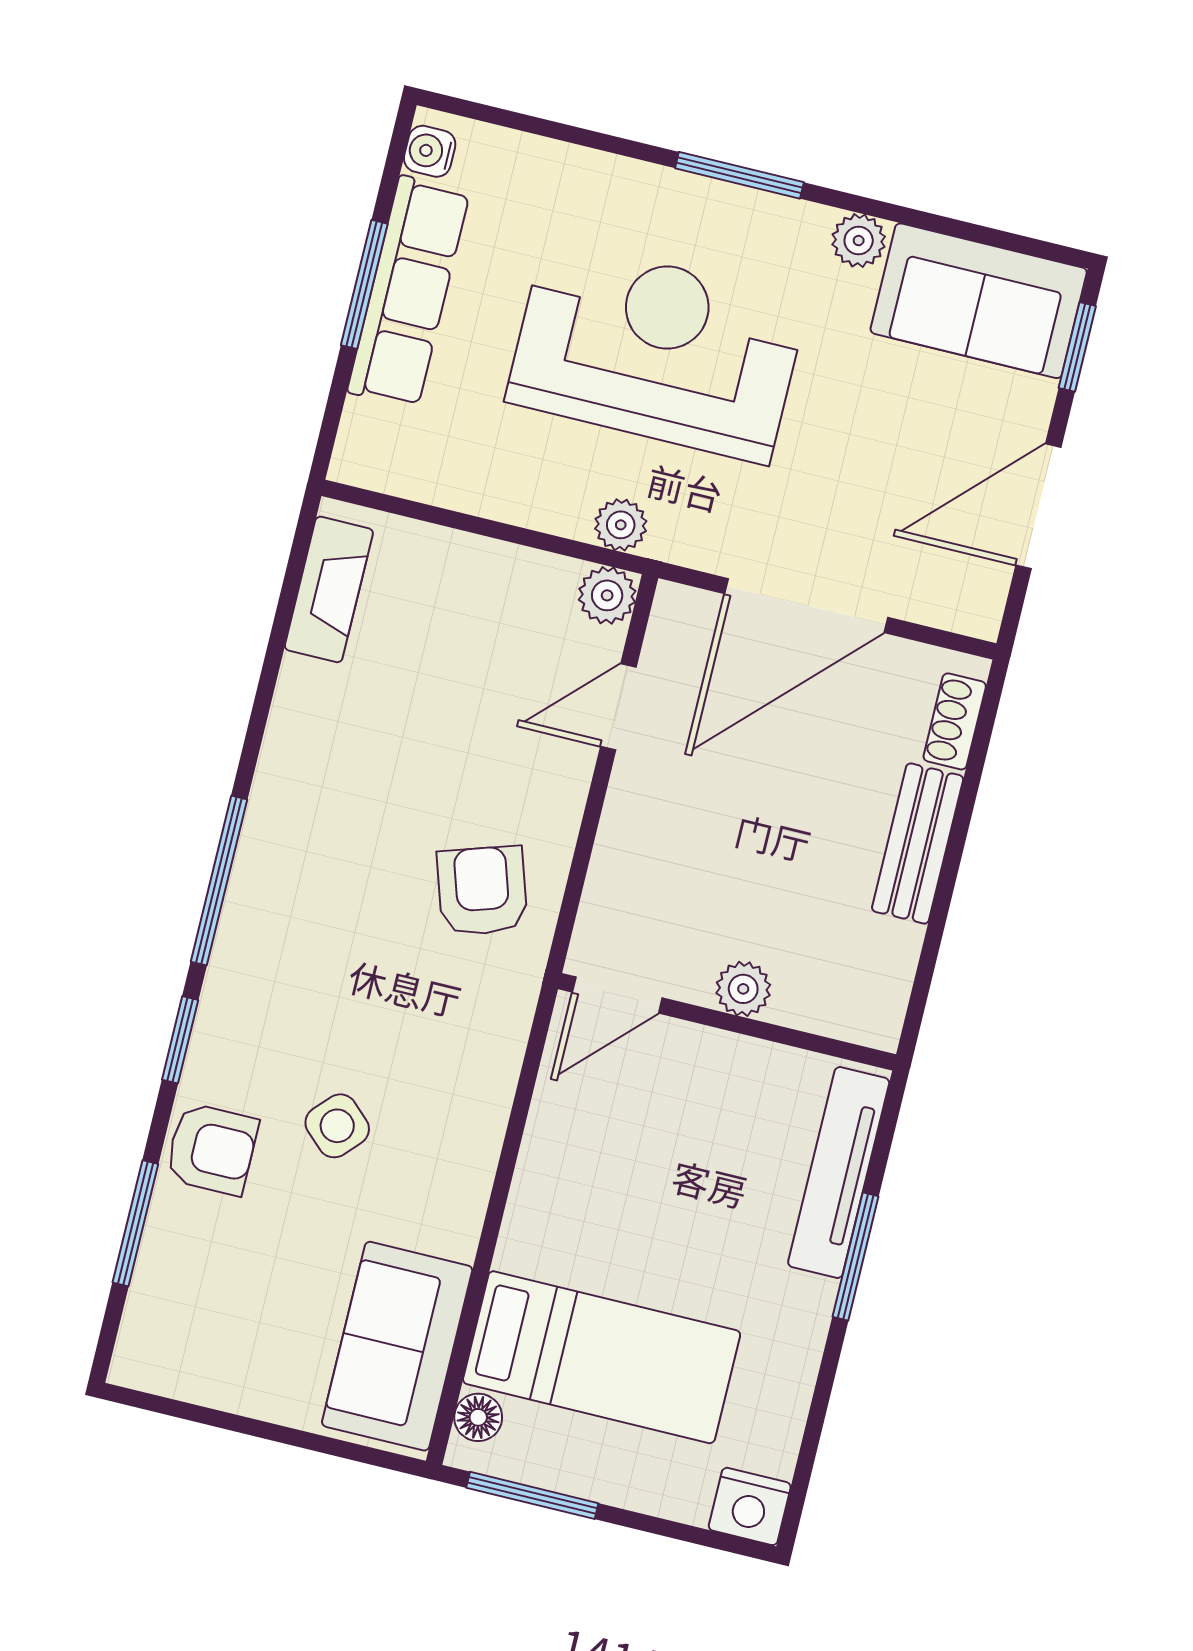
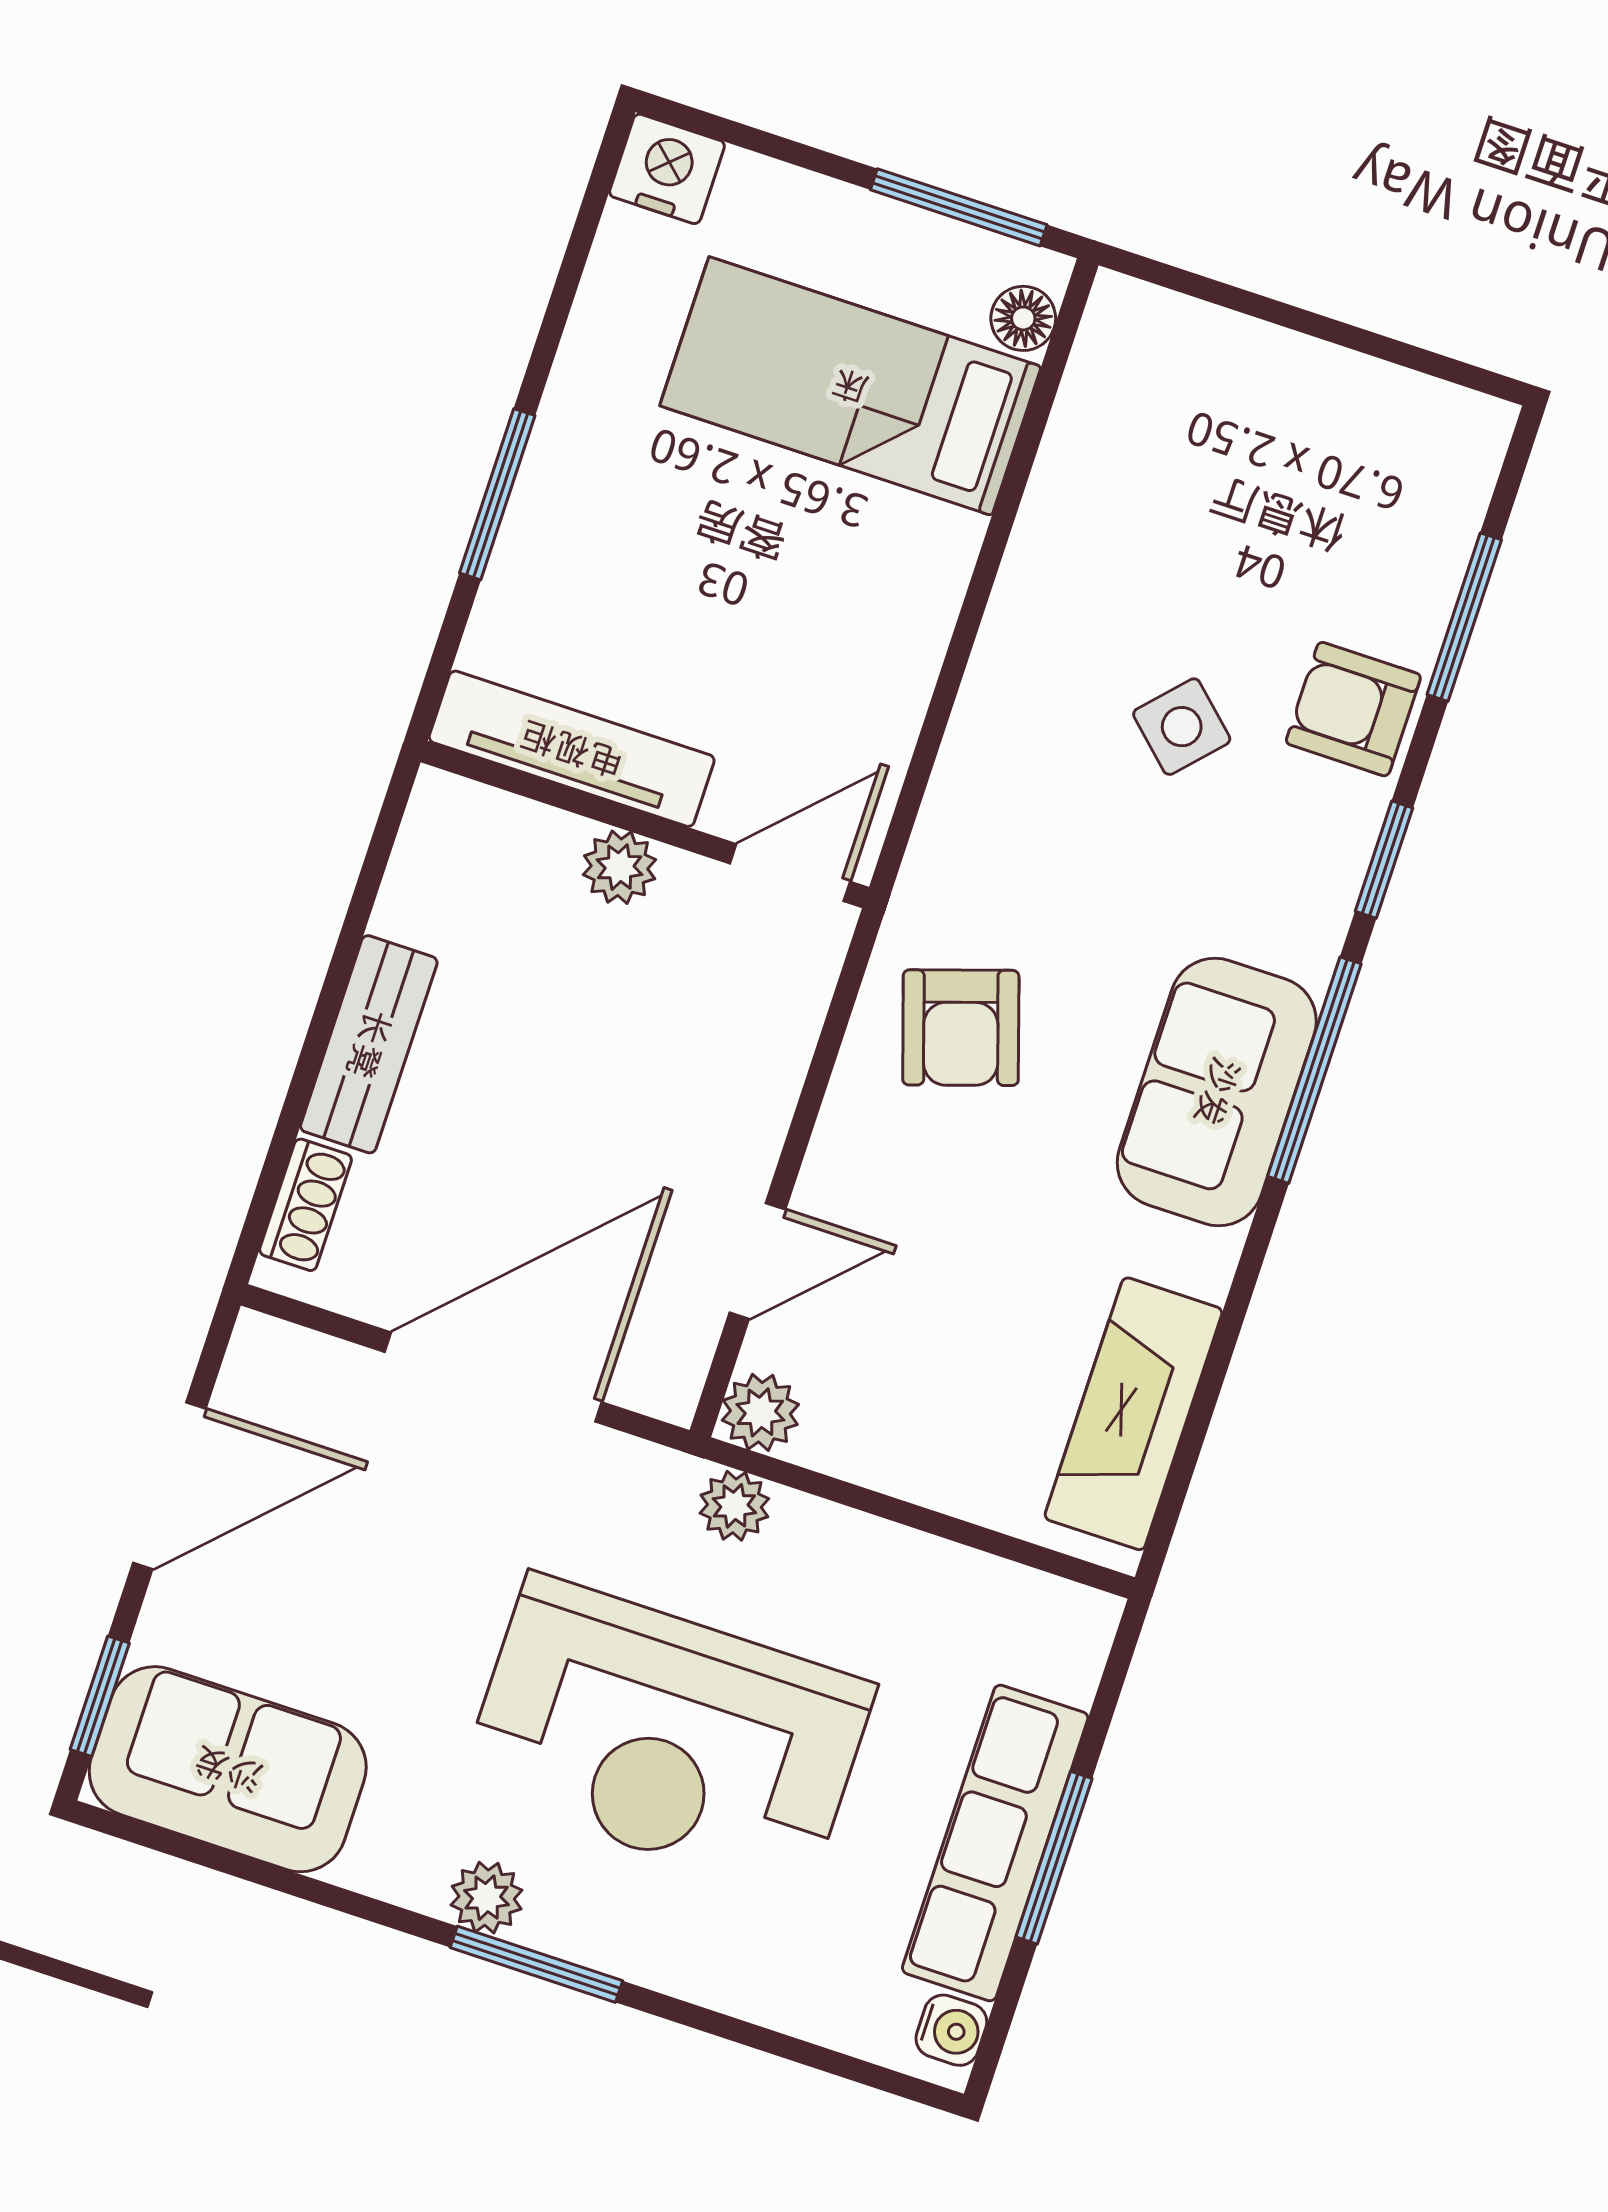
plant: (859, 241) -> (487, 1898), moved
fireplace: (329, 589) -> (1134, 1414), width x1.37, depth x1.32
tv unit: (839, 1173) -> (572, 749), moved, turned -90
sofa: (397, 1346) -> (1217, 1092), moved, turned 180

